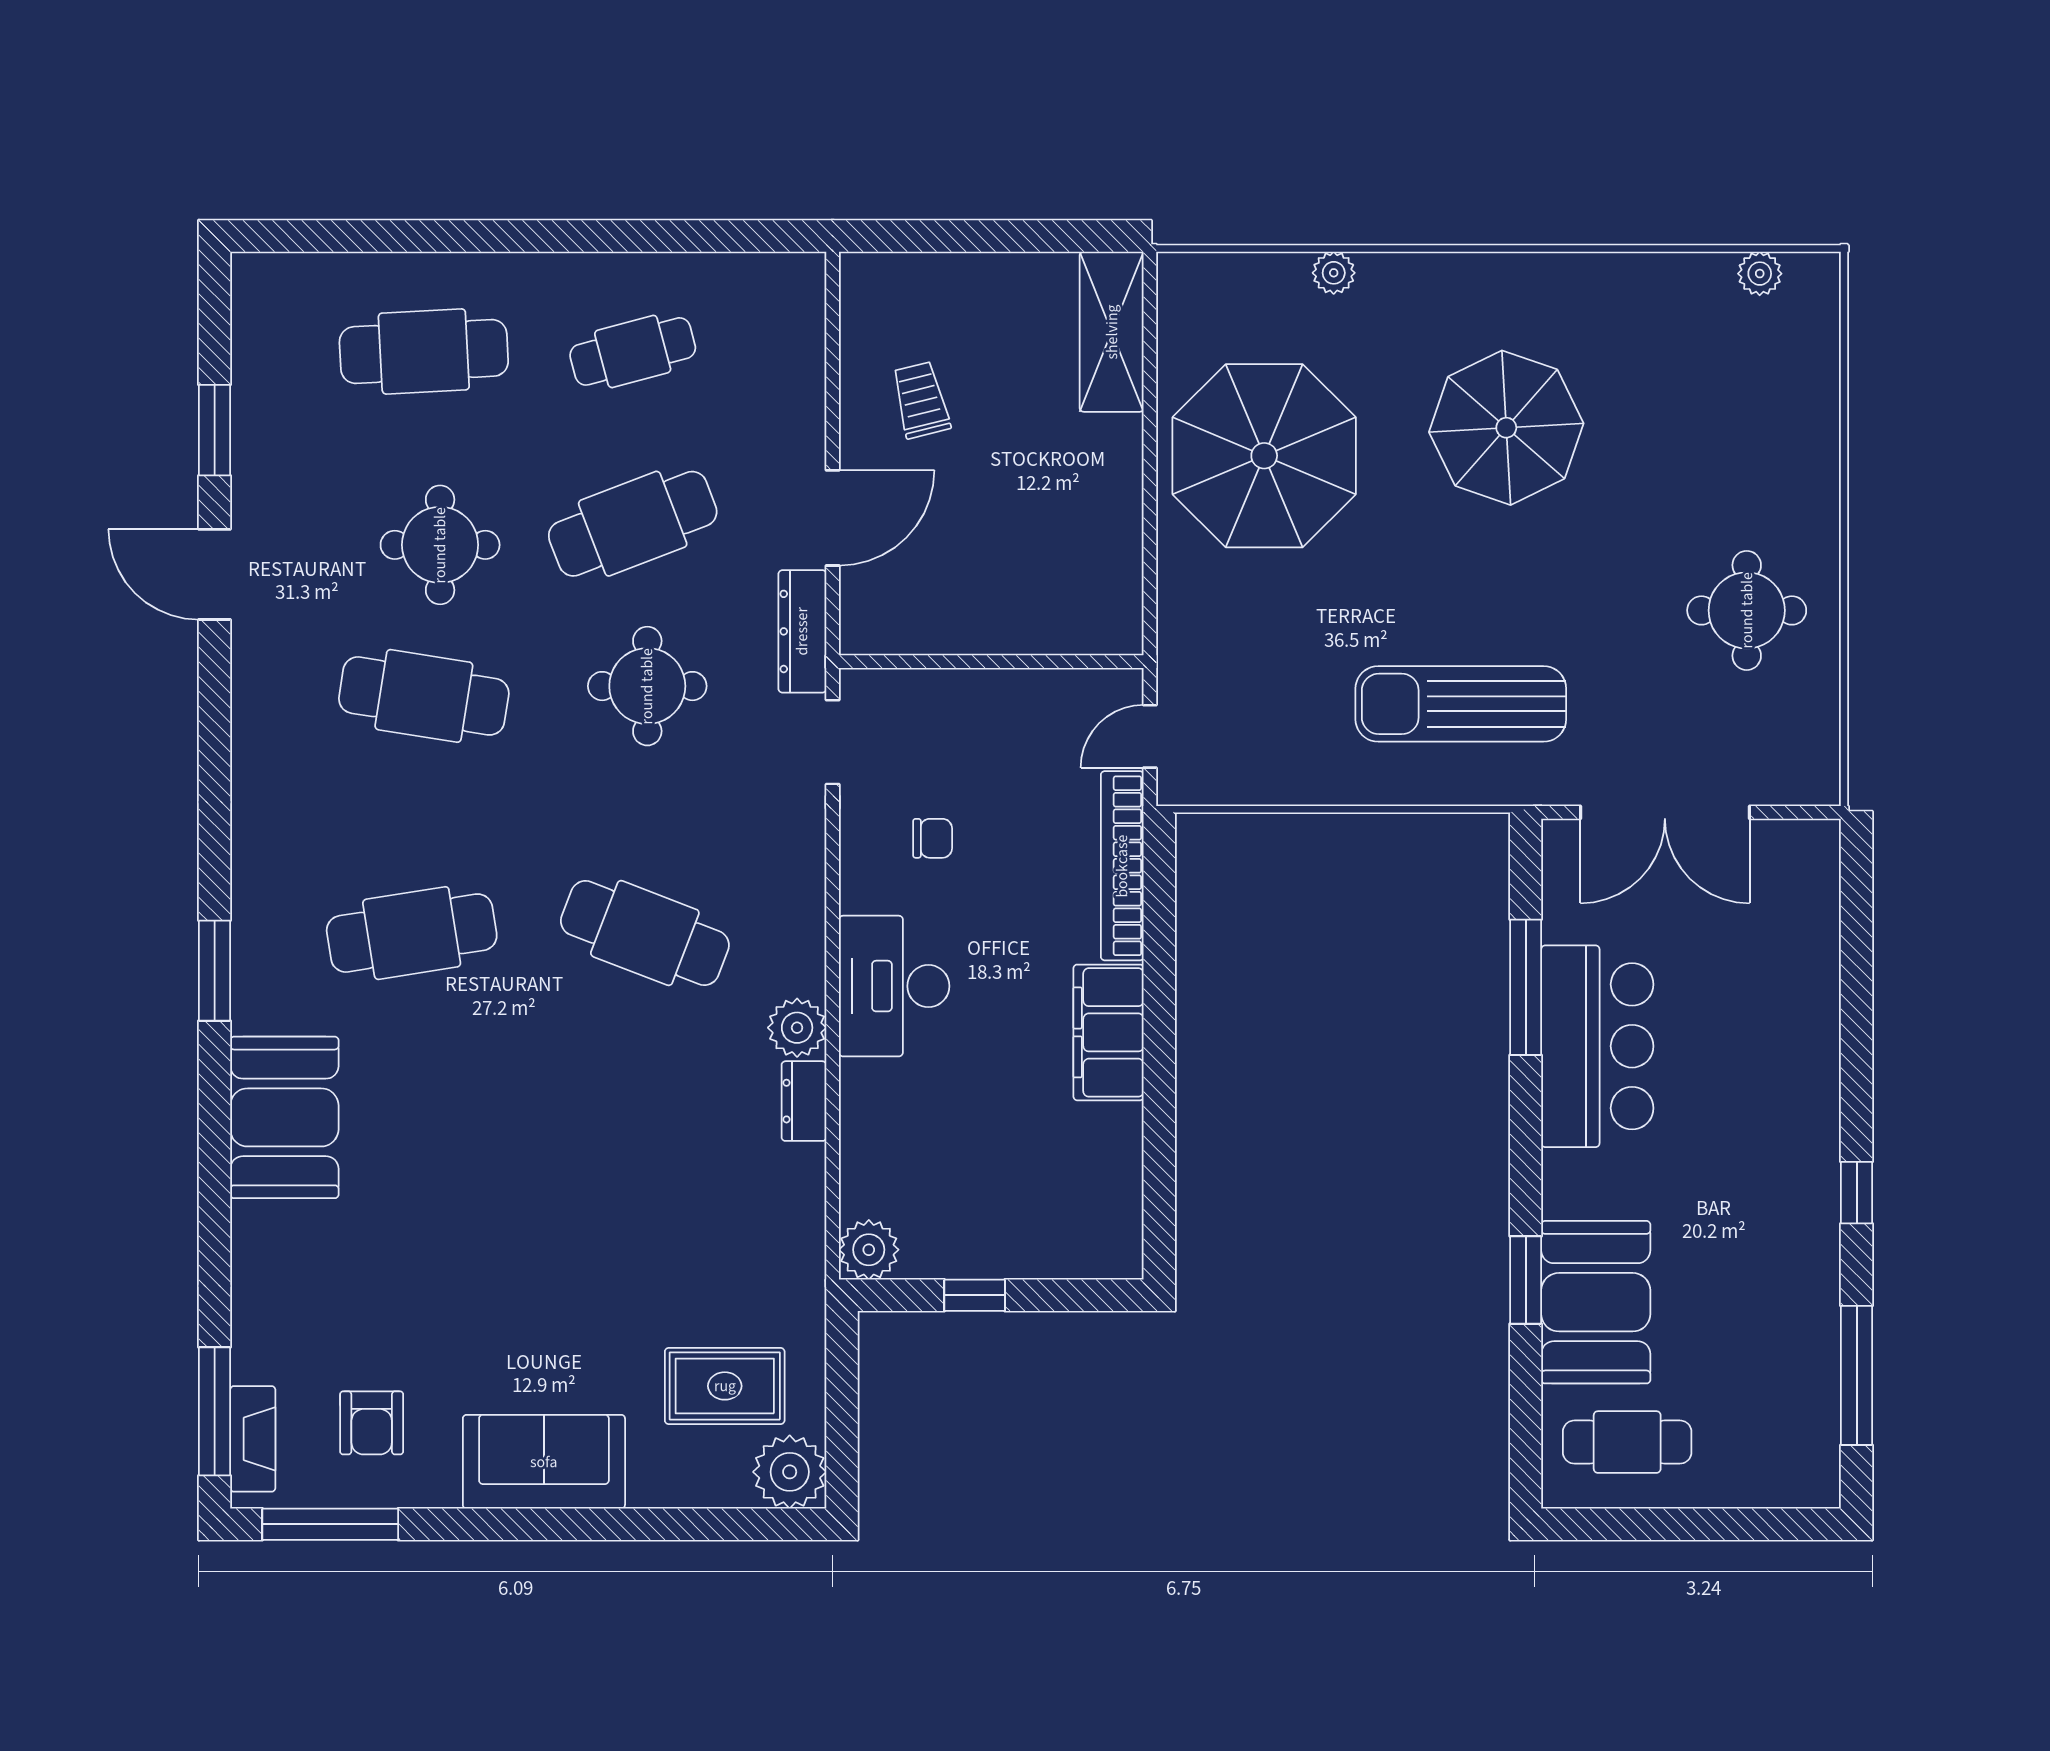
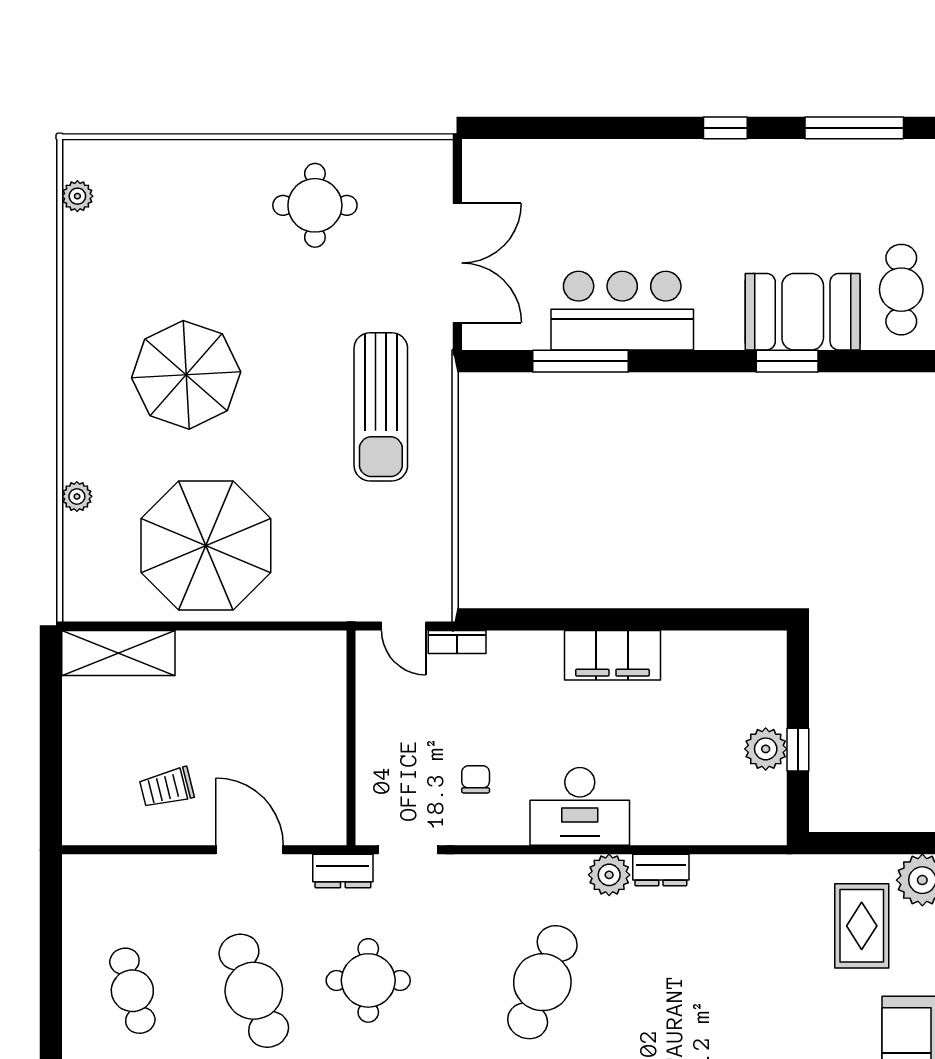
dresser: (802, 631) -> (343, 871), width x0.70
bookcase: (1122, 866) -> (457, 642), width x0.43, depth x0.76
plant: (869, 1250) -> (766, 749), moved

